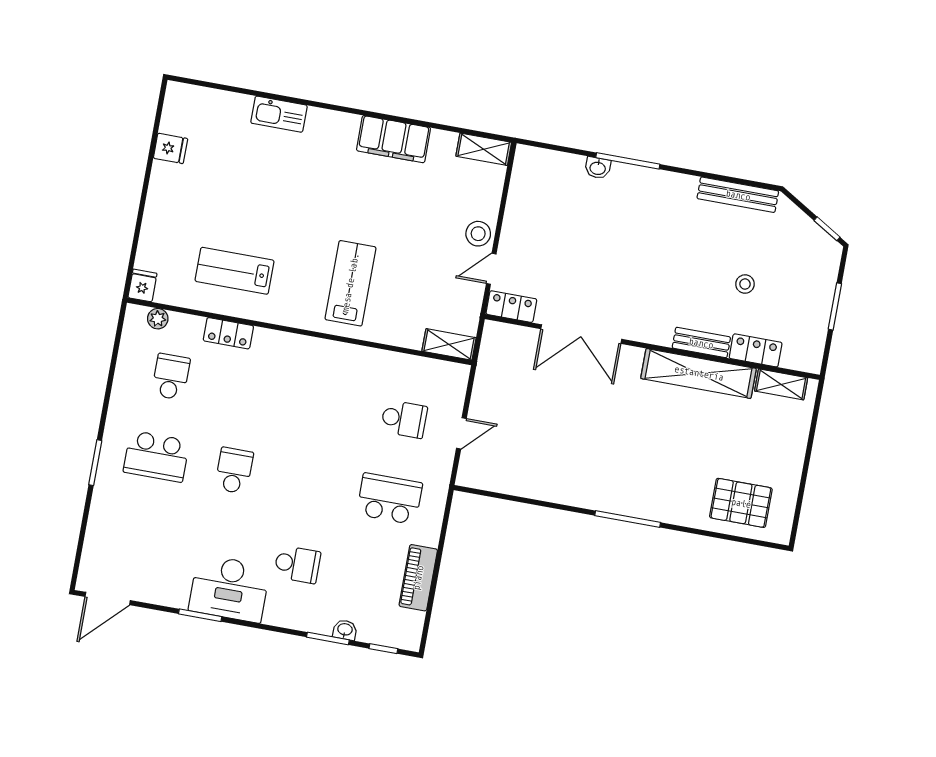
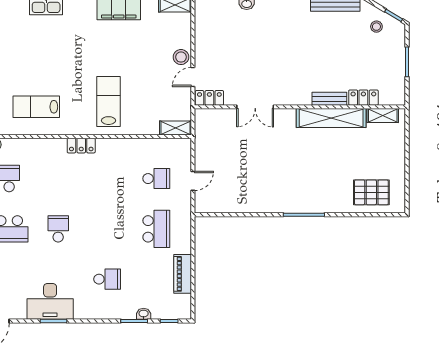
stool: (745, 284) -> (376, 27), moved
locker: (228, 333) -> (81, 146), moved
double door: (581, 334) -> (255, 107), width x0.73
school desk: (390, 499) -> (156, 229), turned 90
desk: (229, 588) -> (50, 301), moved

